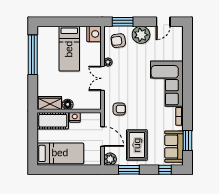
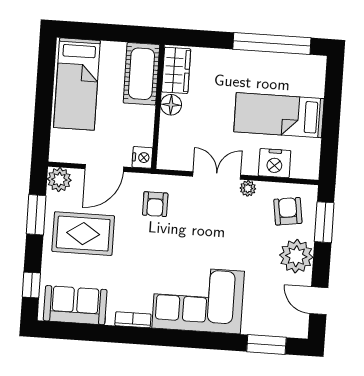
nightstand: (94, 34) -> (275, 163), moved
nightstand: (75, 117) -> (142, 157), moved
window: (187, 141) -> (266, 345), moved

